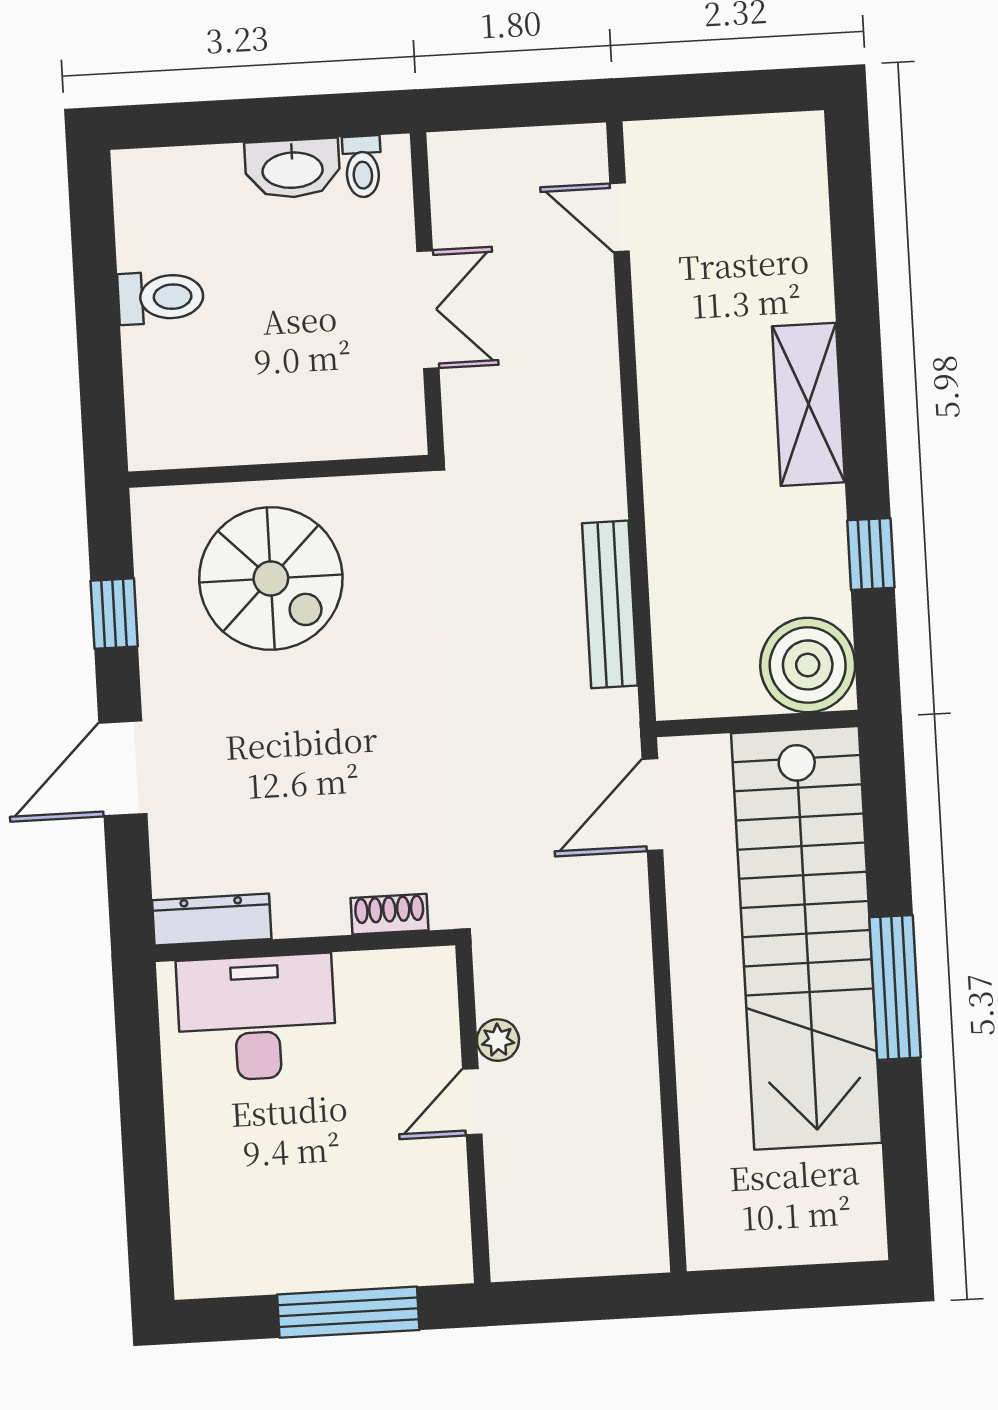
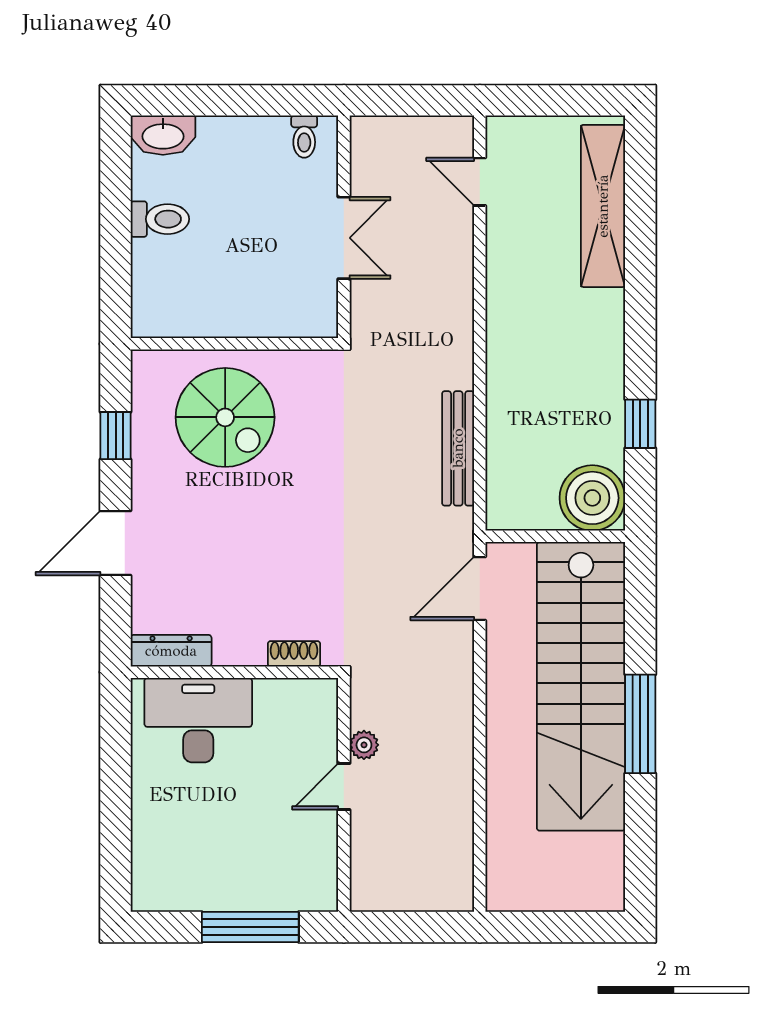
washbasin: (292, 168) -> (163, 135), moved
shelving: (808, 404) -> (603, 206), moved, width x1.47

